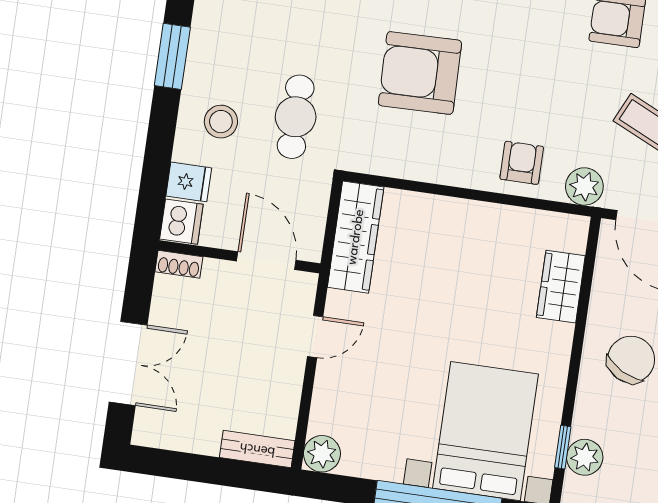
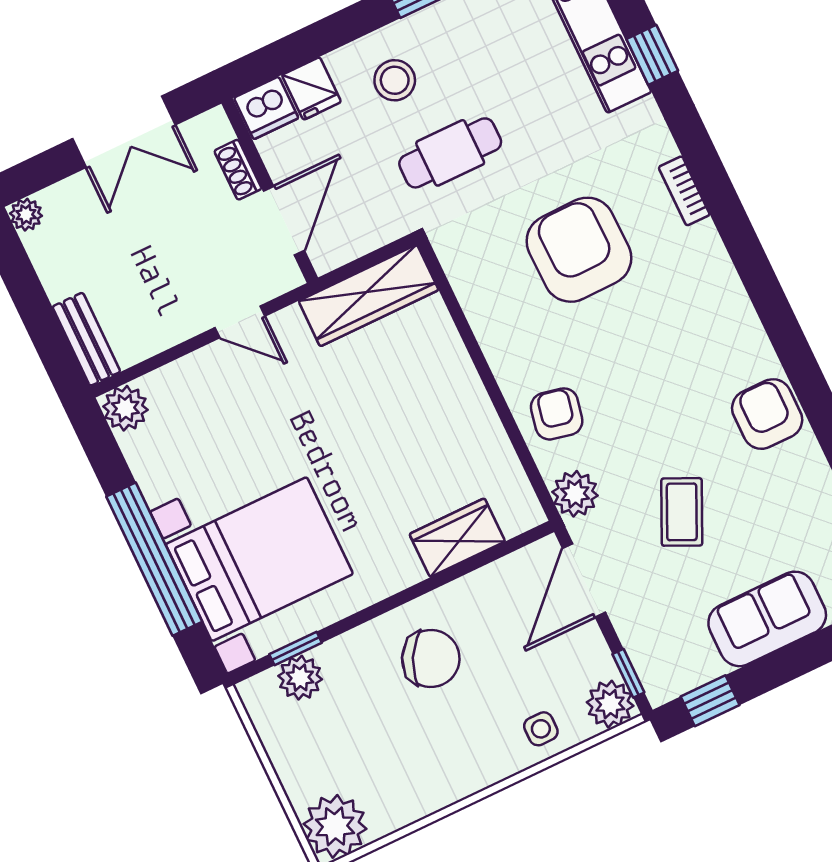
armchair: (522, 163) -> (557, 414), turned -78
shoe rack: (179, 264) -> (238, 170), moved
double door: (128, 364) -> (124, 132), moved
plant: (145, 434) -> (26, 215), added

